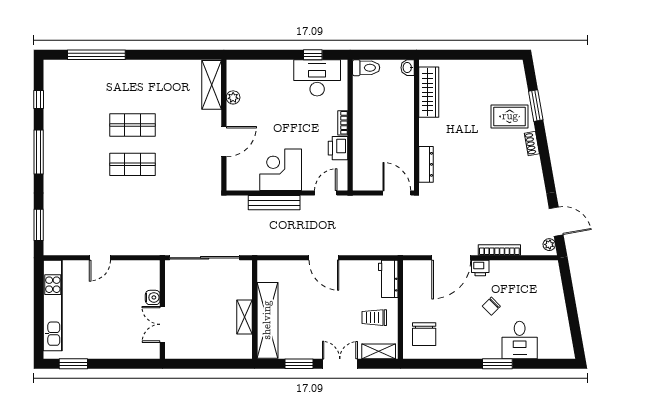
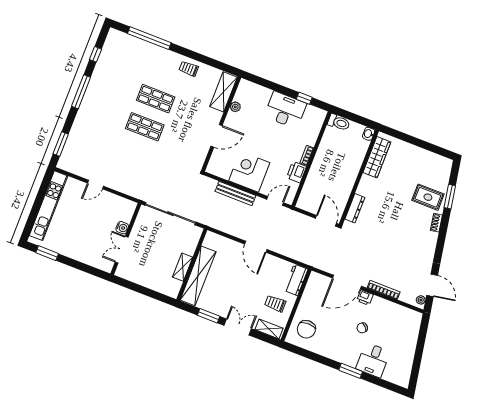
trolley: (158, 73) -> (189, 69), added
desk: (317, 78) -> (285, 110), moved

